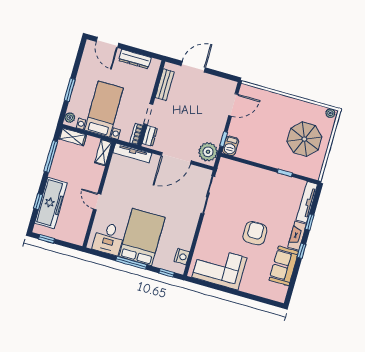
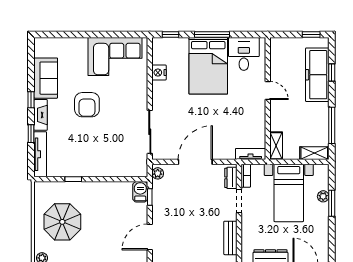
plant: (70, 118) -> (323, 196), moved
plant: (208, 152) -> (158, 173), width x0.53, depth x0.53
tv unit: (132, 153) -> (251, 154), width x0.71
nightstand: (182, 257) -> (159, 73), moved

